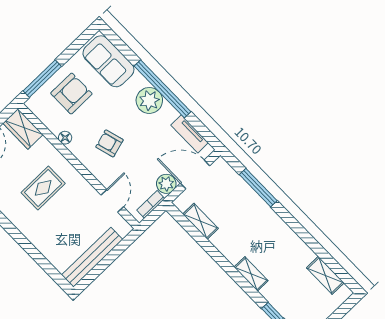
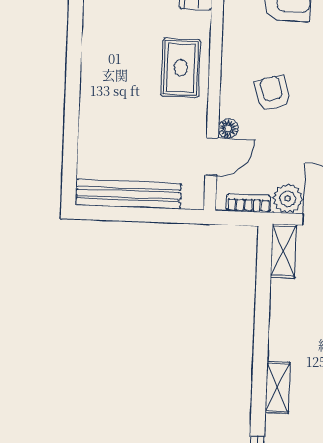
floor lamp: (65, 138) -> (228, 128), moved
rug: (43, 188) -> (181, 68), moved, turned 90
shelving: (200, 221) -> (283, 251), moved

